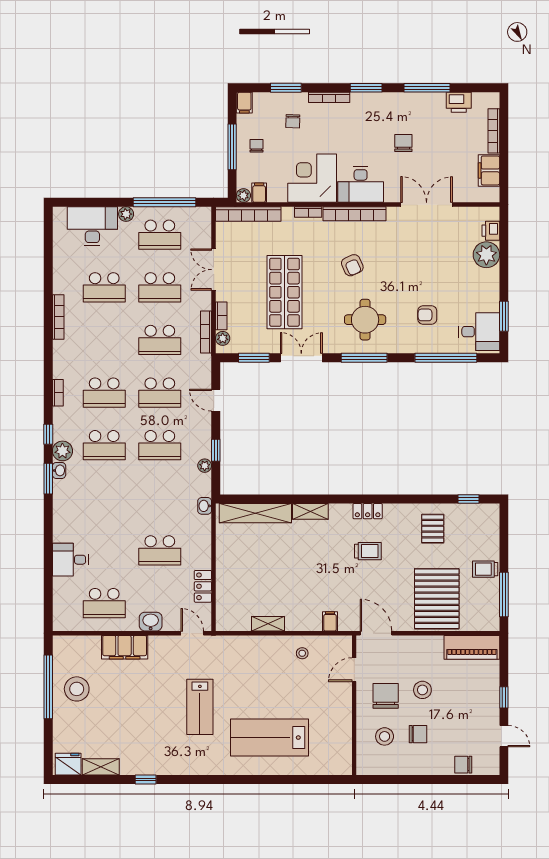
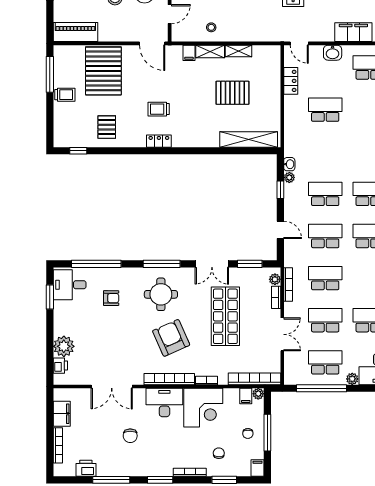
armchair: (352, 265) -> (171, 338), width x1.88, depth x1.88
washbasin: (205, 506) -> (289, 164), moved
shelving: (310, 511) -> (210, 51), moved
pallet: (276, 572) -> (232, 93), added

